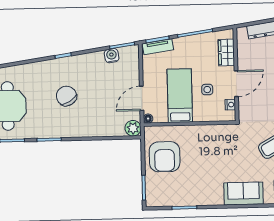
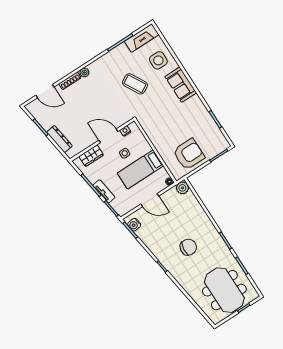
tv unit: (158, 47) -> (104, 191), moved
water cooler: (112, 56) -> (134, 225), moved
chair: (66, 96) -> (188, 247), turned -142
door: (142, 98) -> (150, 200), moved

